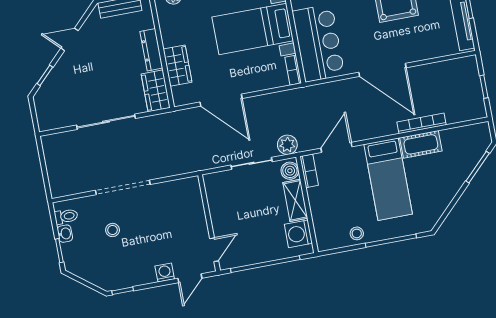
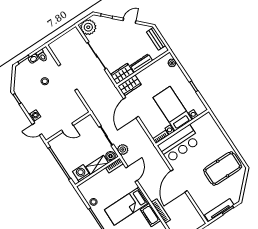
door: (70, 39) -> (129, 21), hinge flipped
wardrobe: (178, 66) -> (130, 85), moved
plant: (51, 115) -> (88, 27), added
door: (336, 147) -> (132, 174), hinge flipped
door: (214, 250) -> (67, 128), moved

